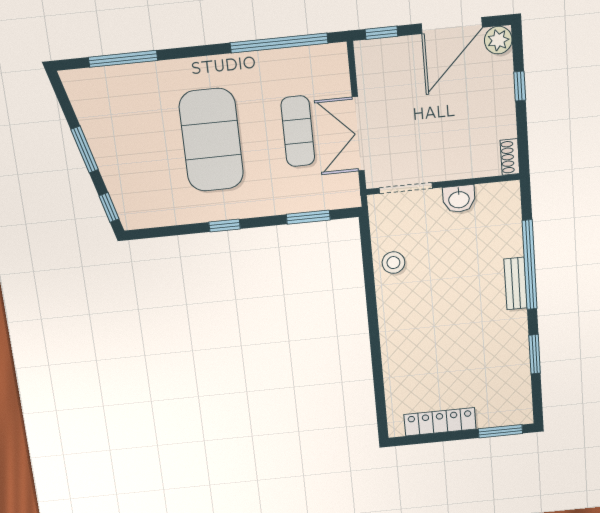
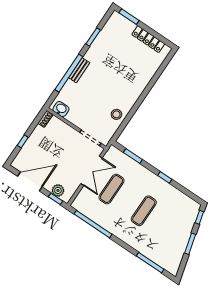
plant: (498, 40) -> (58, 190), moved
exercise mat: (211, 140) -> (144, 211), width x0.50, depth x0.69
washbasin: (459, 199) -> (61, 109), moved

